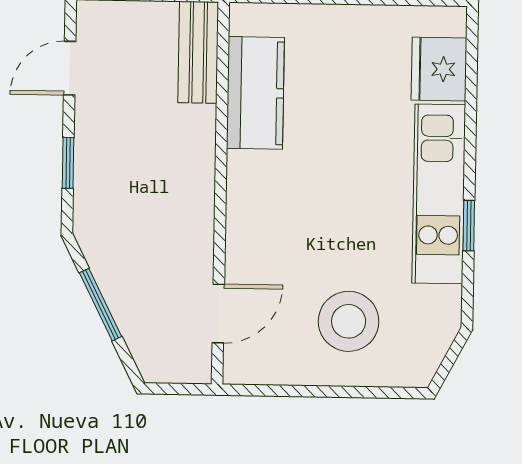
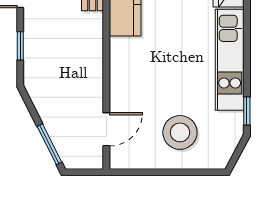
window: (469, 226) -> (247, 111), moved
window: (101, 305) -> (49, 144), moved

